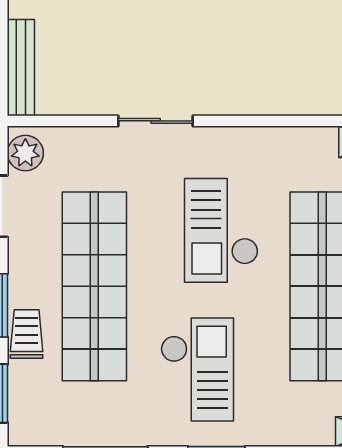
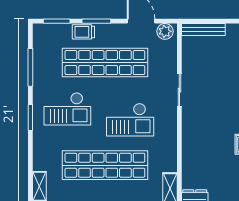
checkout: (221, 230) -> (130, 120), turned 180
trolley: (27, 334) -> (83, 32), turned 180

